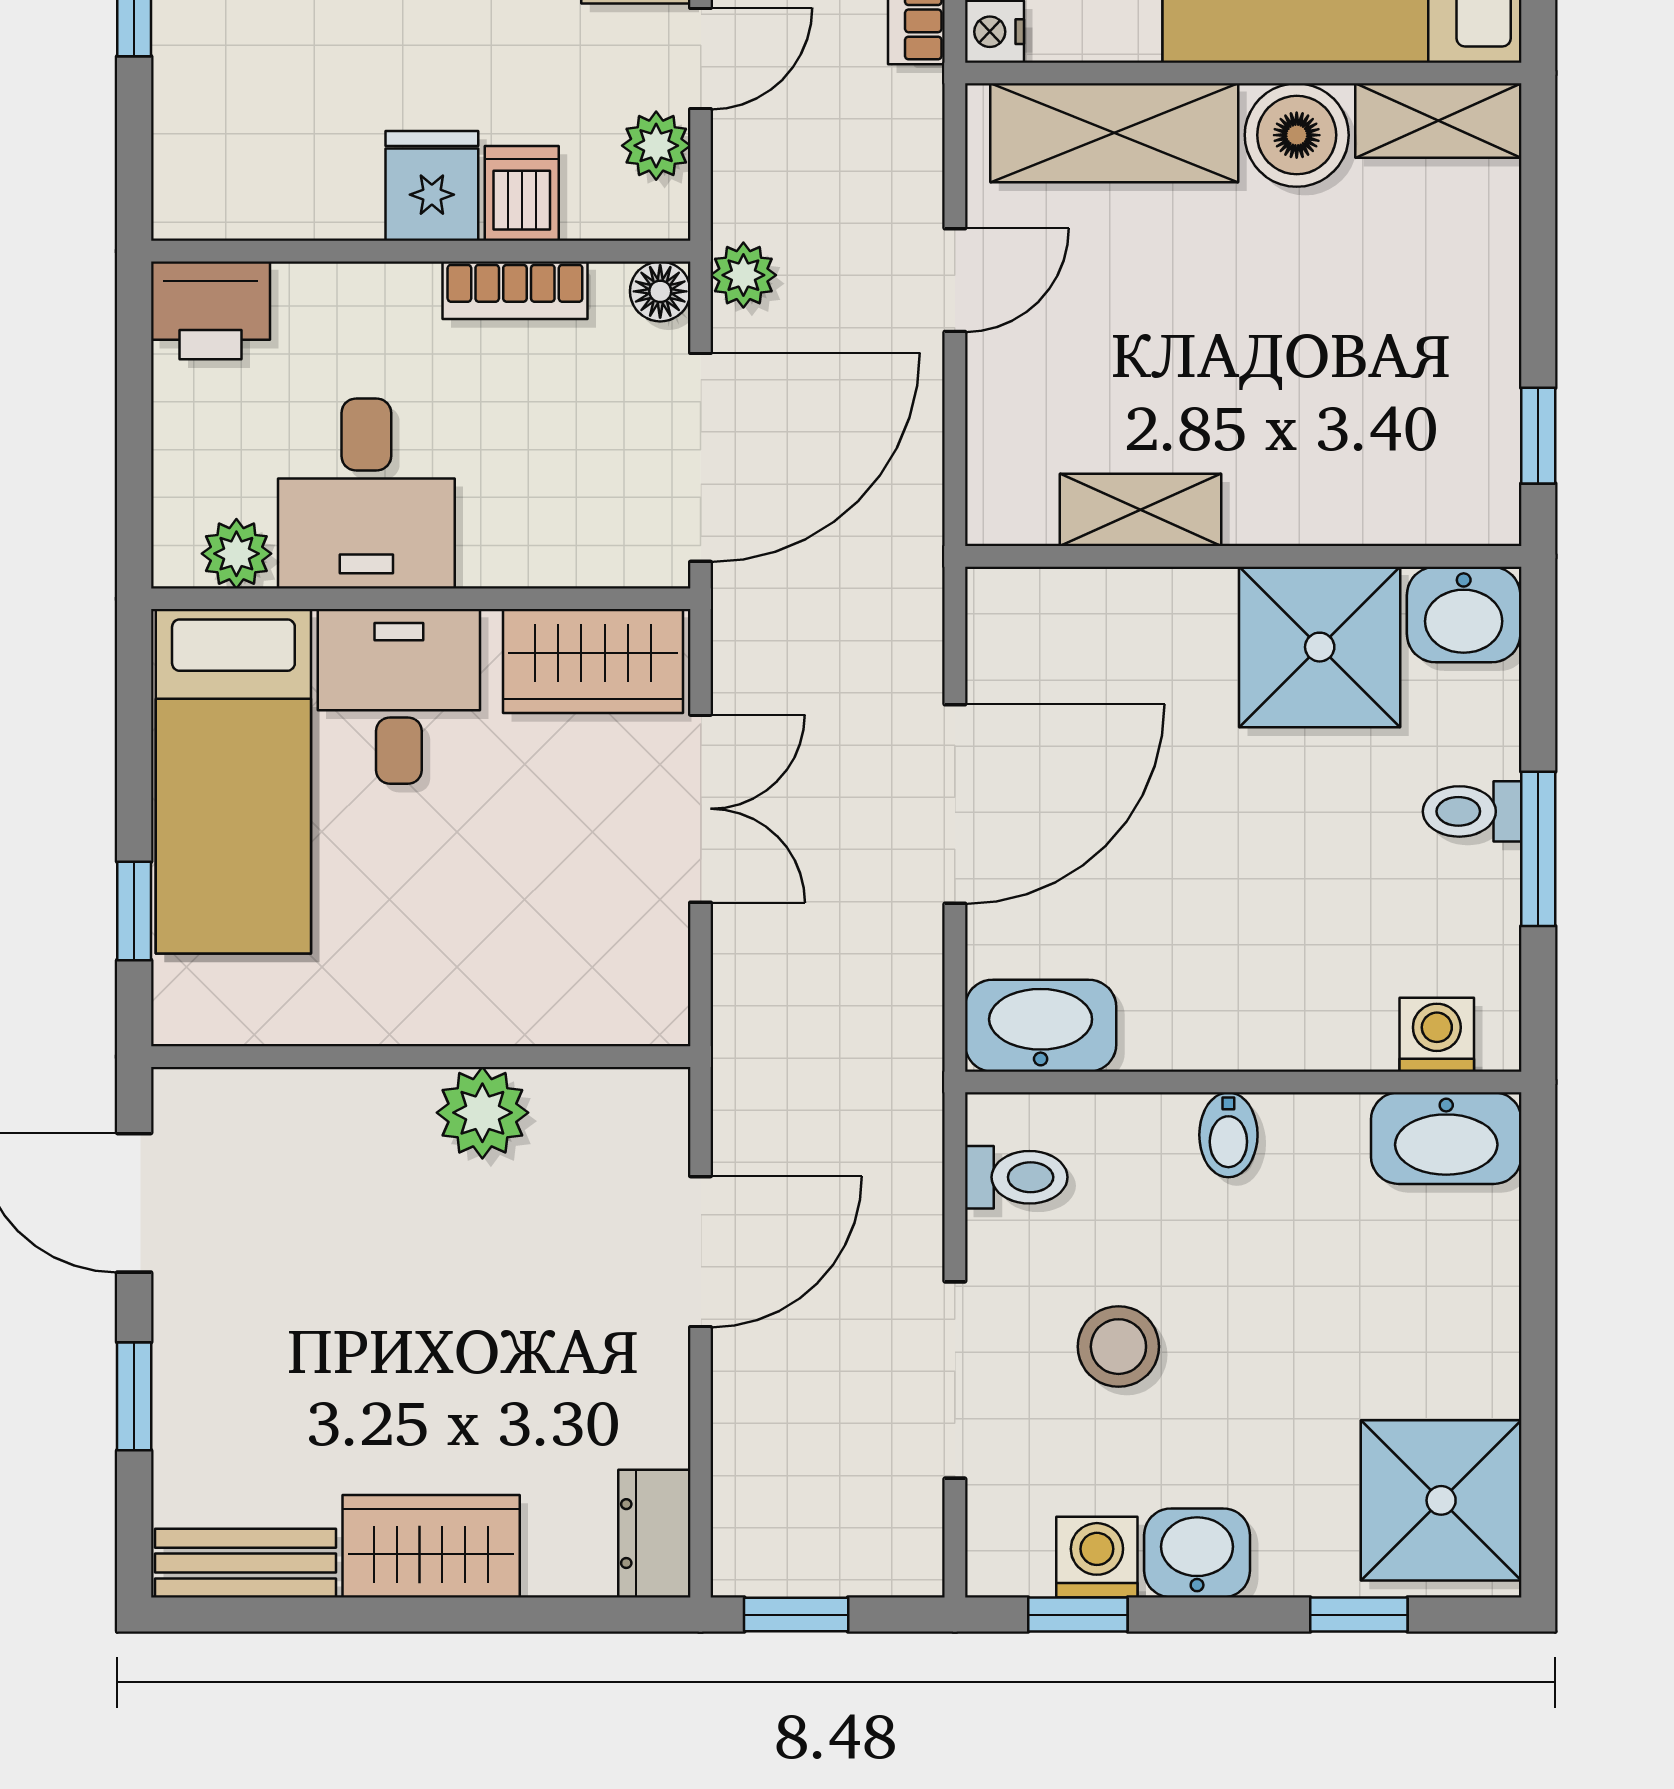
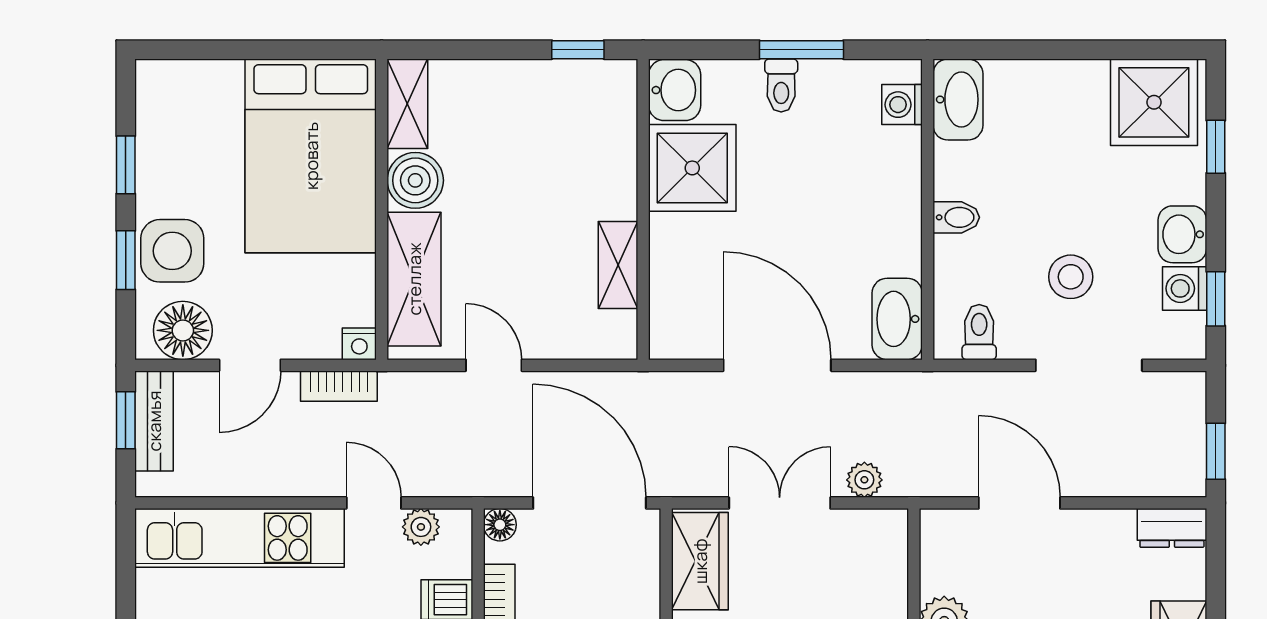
plant: (743, 275) -> (864, 480), moved

